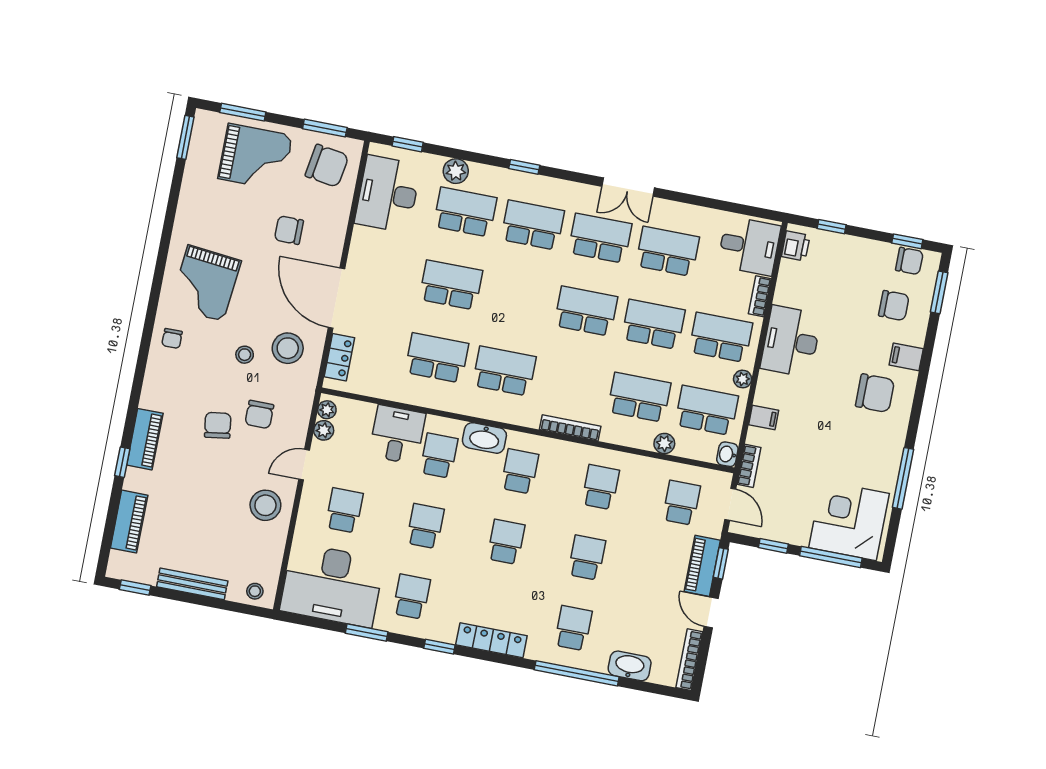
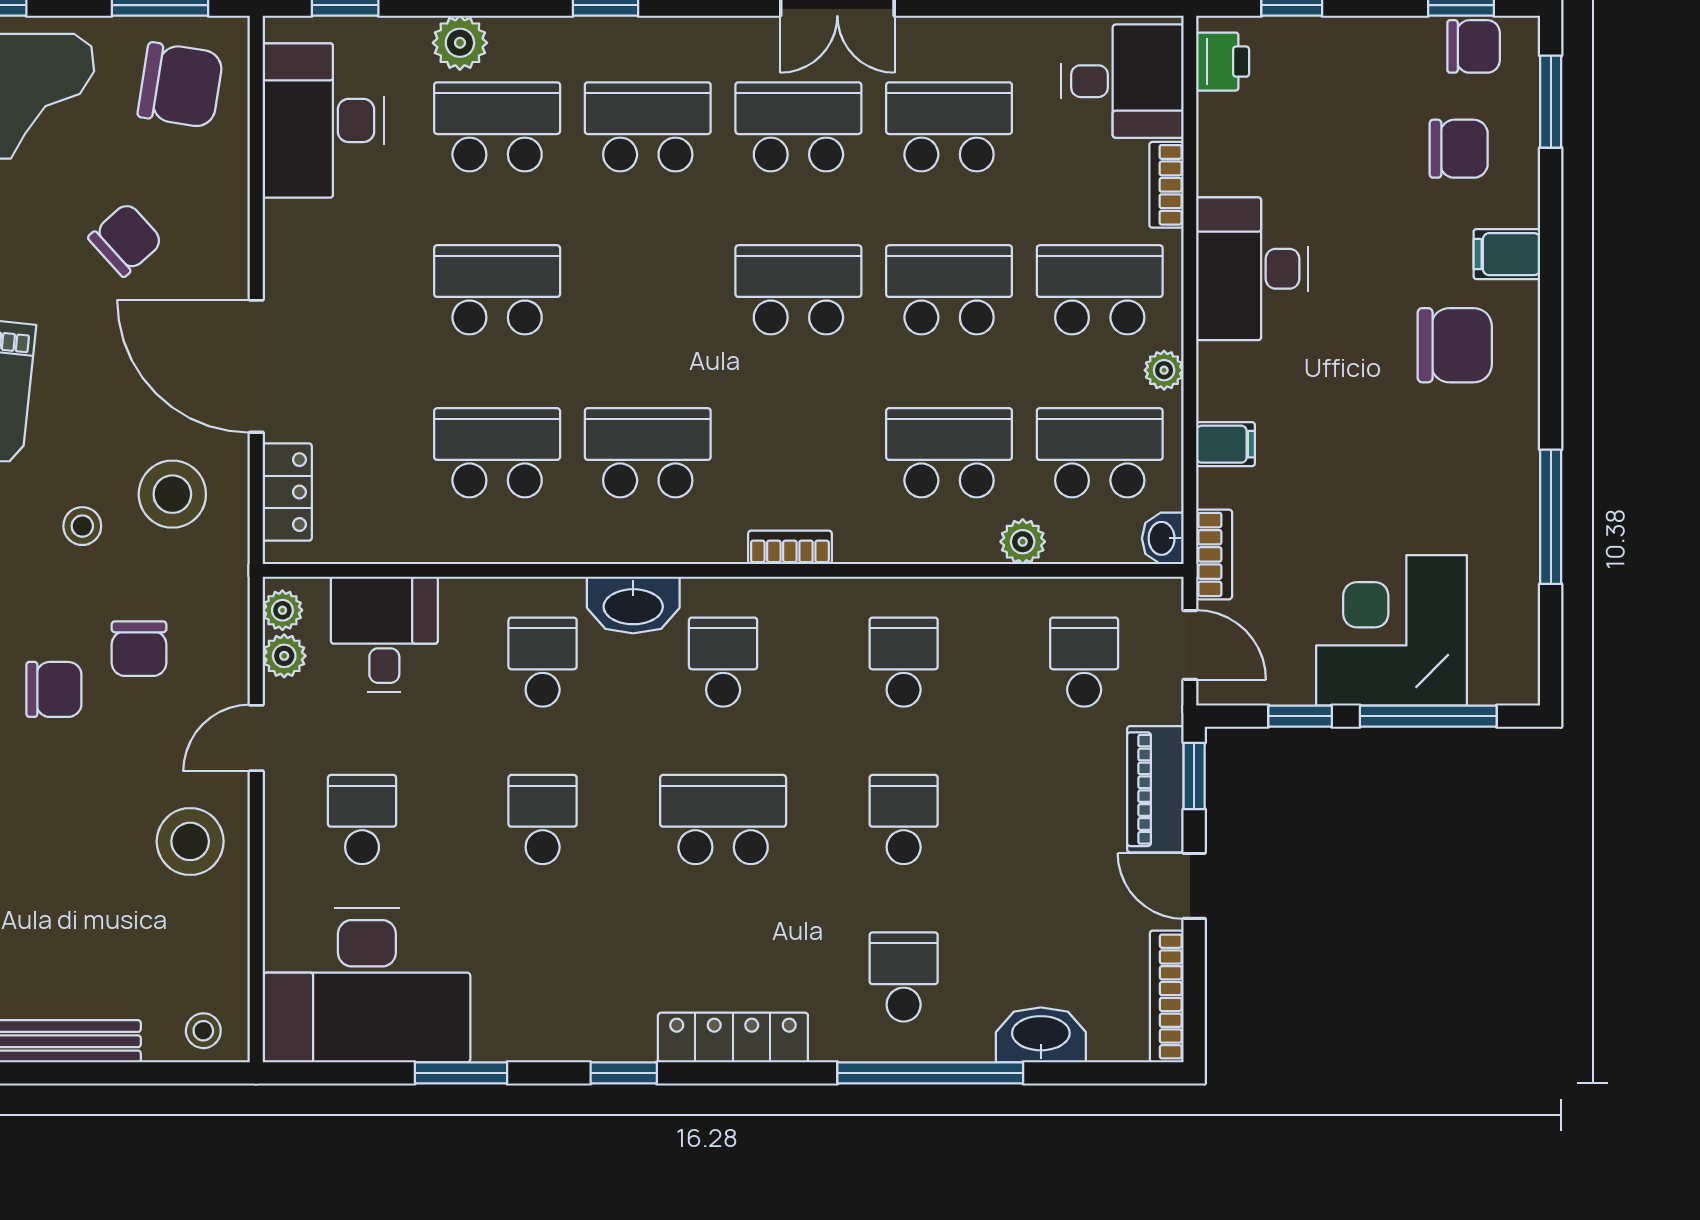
chair: (289, 230) -> (126, 239), turned 138
chair: (218, 425) -> (54, 689), turned 98
bookcase: (570, 428) -> (790, 547), width x0.64
desk: (397, 435) -> (384, 634), moved
corner desk: (849, 521) -> (1391, 630), moved
school desk: (506, 542) -> (723, 820), width x1.85
school desk: (411, 597) -> (543, 977), removed

